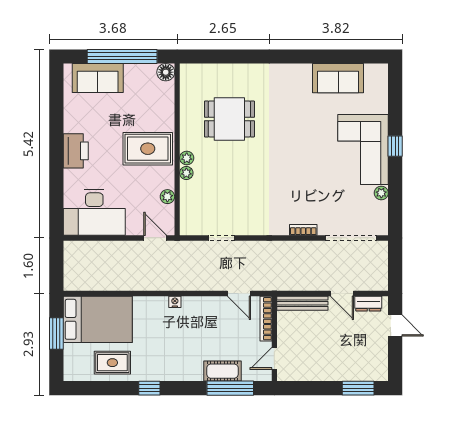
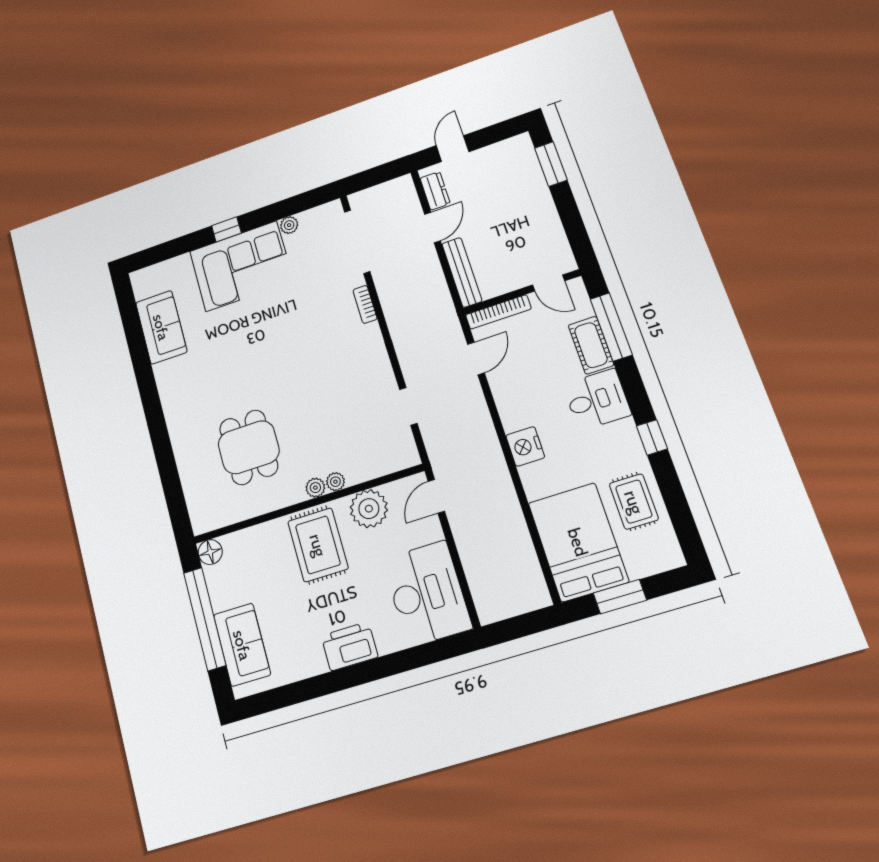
plant: (167, 197) -> (369, 509), width x1.87, depth x1.87
nightstand: (175, 302) -> (525, 446), width x1.89, depth x1.79
desk: (185, 362) -> (597, 400), added

